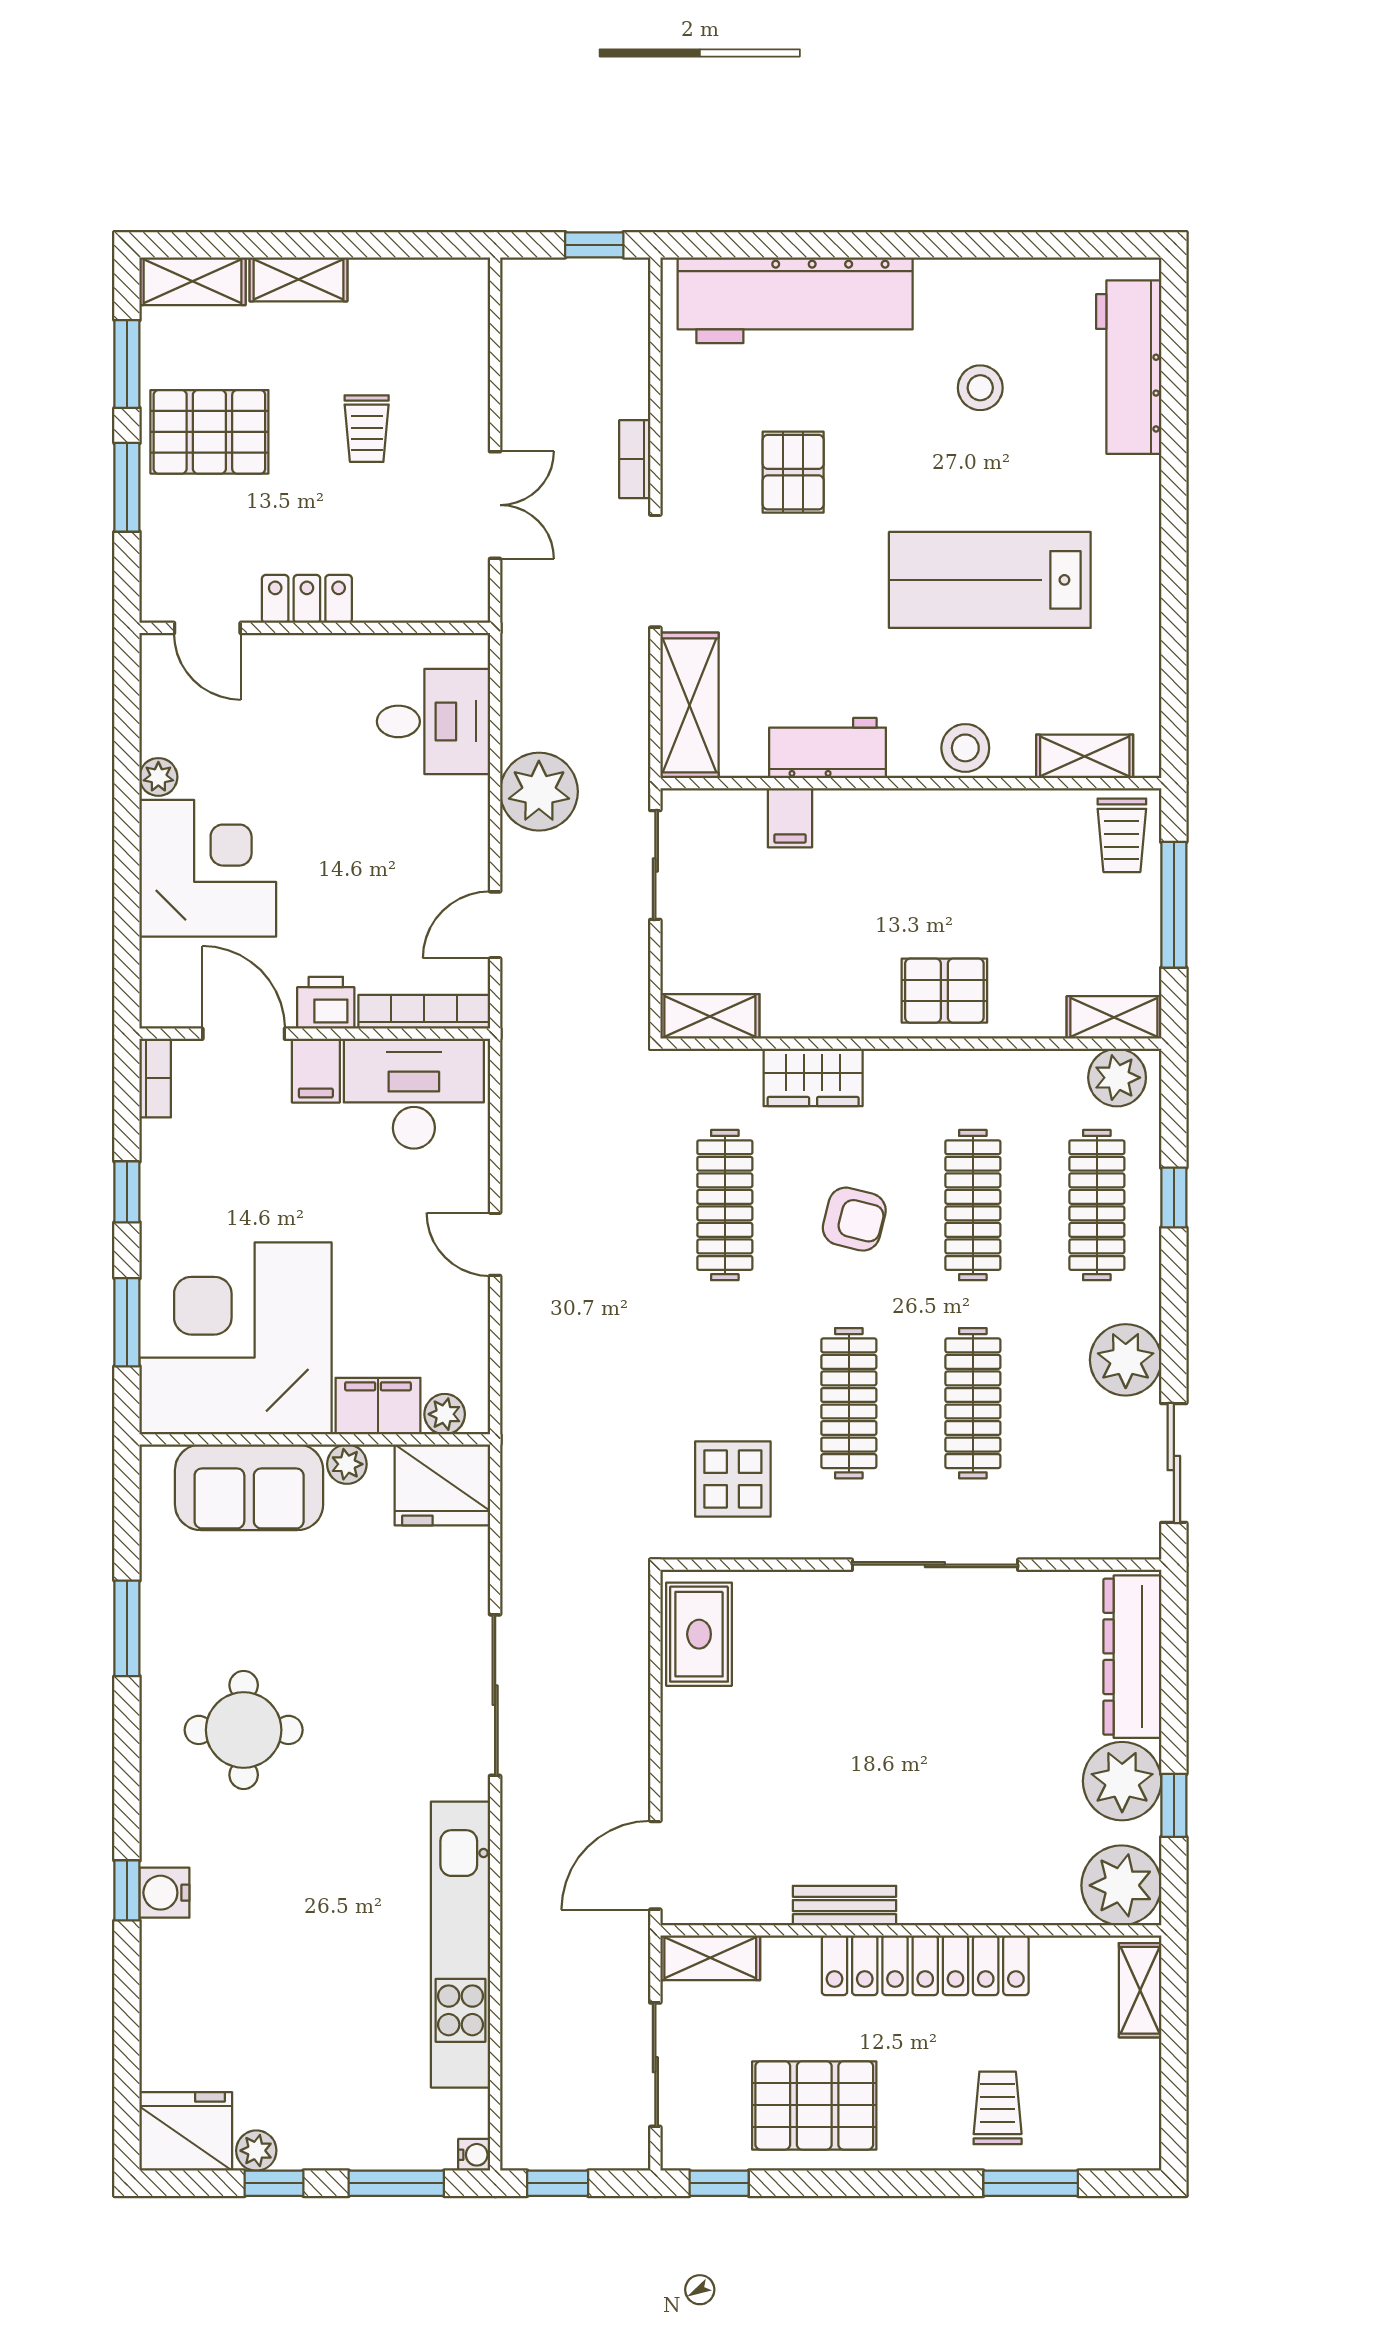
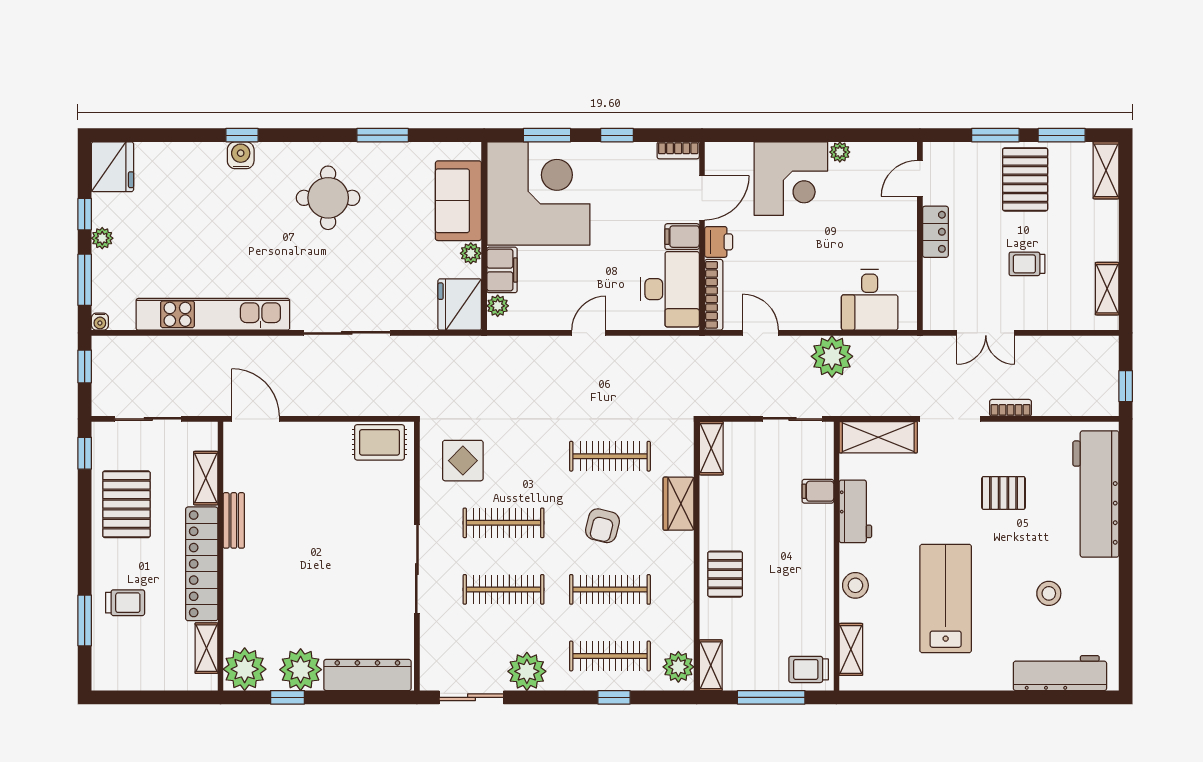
shelving: (298, 279) -> (1107, 289), moved
shelving: (710, 1958) -> (206, 478), moved
shelving: (1140, 1990) -> (206, 648), moved, turned 90
plant: (256, 2151) -> (102, 238), moved

